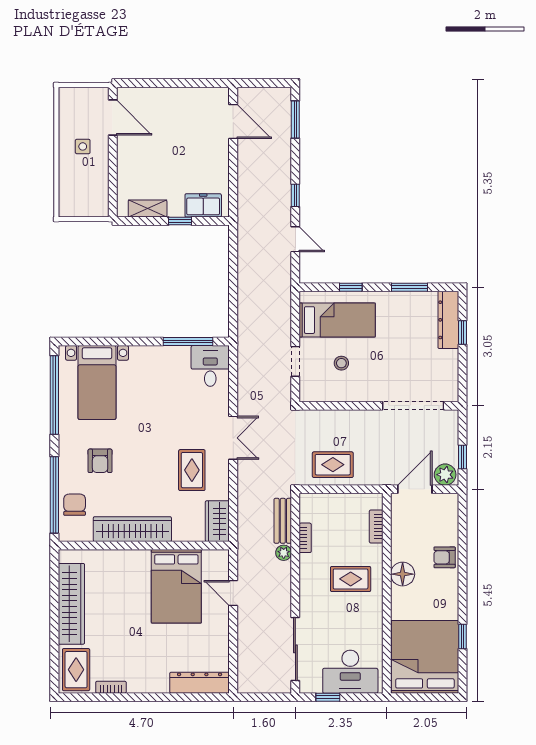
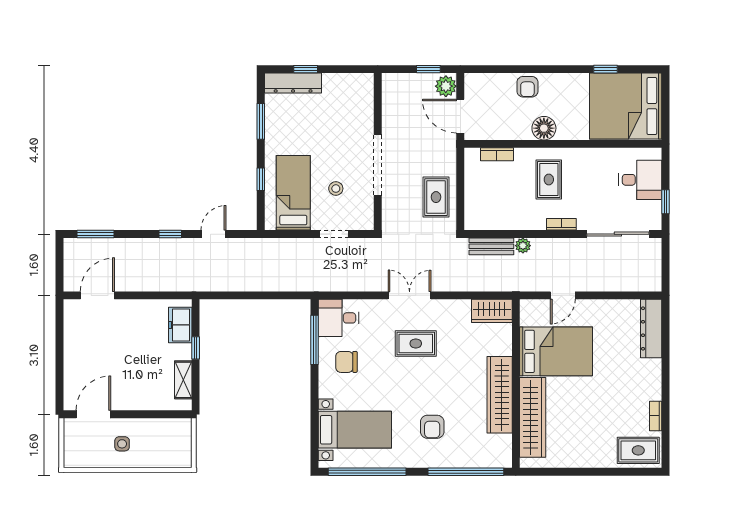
doorway: (413, 406) -> (378, 165), moved
armchair: (100, 461) -> (432, 427), turned 90
rug: (192, 470) -> (416, 343), moved
chair: (75, 505) -> (346, 362), moved
bookcase: (305, 538) -> (561, 224), moved
wardrobe: (71, 604) -> (533, 417), moved, turned 90
desk: (350, 672) -> (640, 180), width x0.73

